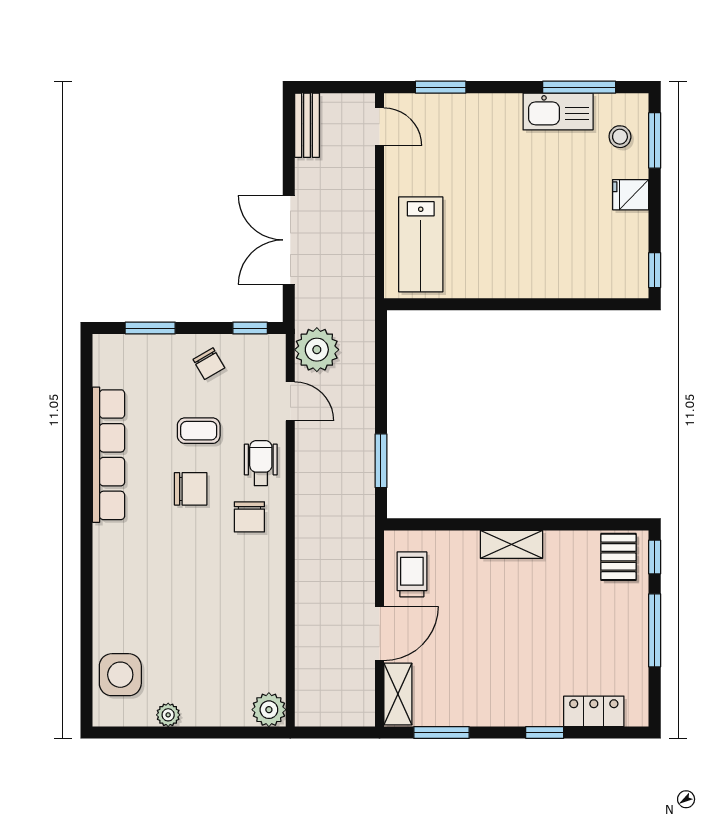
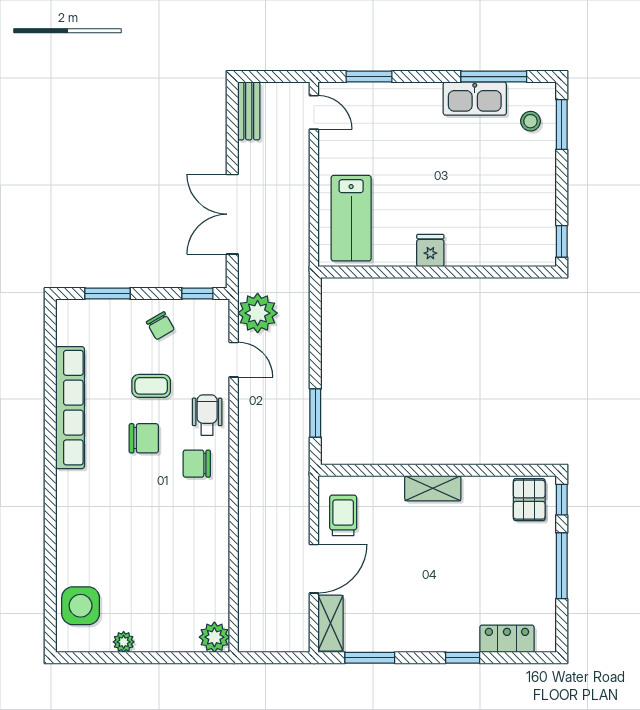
fridge: (631, 195) -> (430, 251), moved, turned 90
chair: (249, 517) -> (197, 464), turned 90

